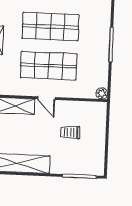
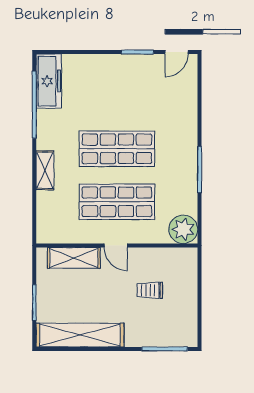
plant: (102, 93) -> (183, 229), width x1.88, depth x1.88

